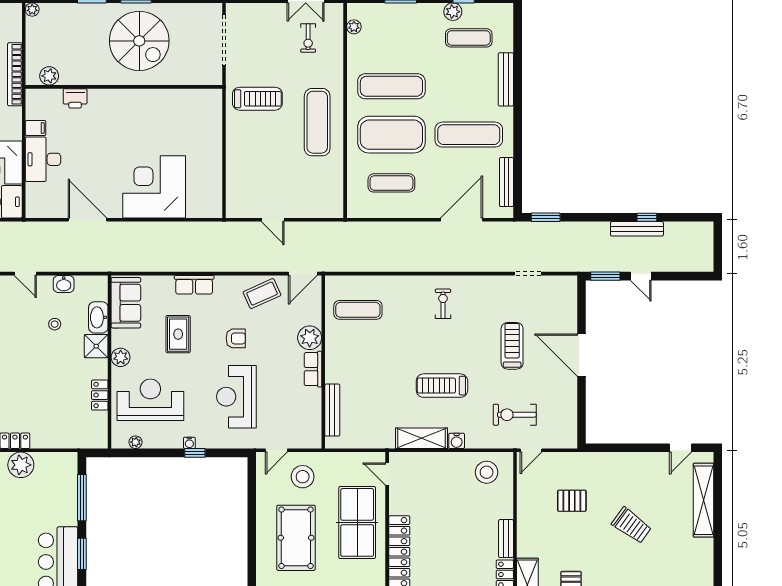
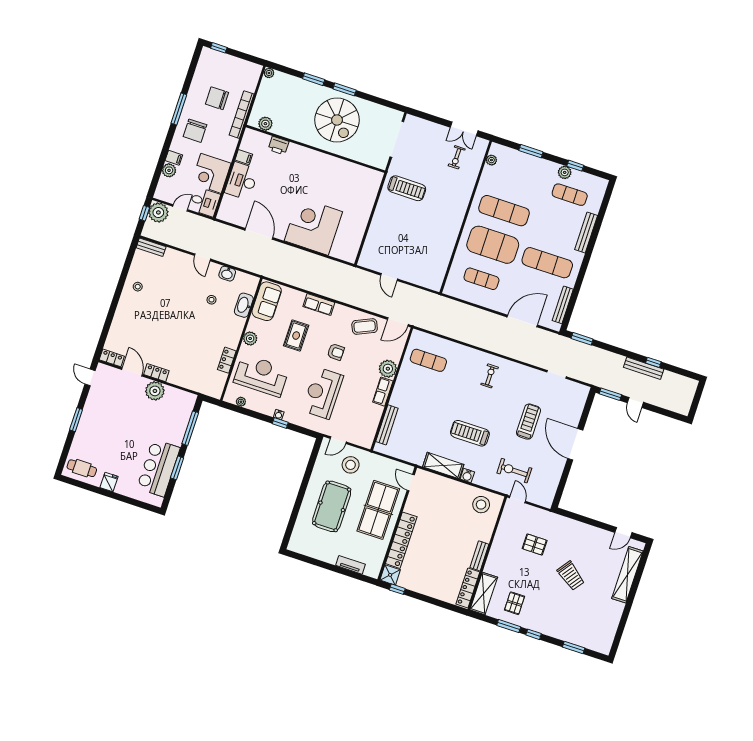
exercise mat: (317, 122) -> (443, 219), removed
shower: (96, 346) -> (236, 325), removed
door: (531, 450) -> (517, 499), swing flipped

